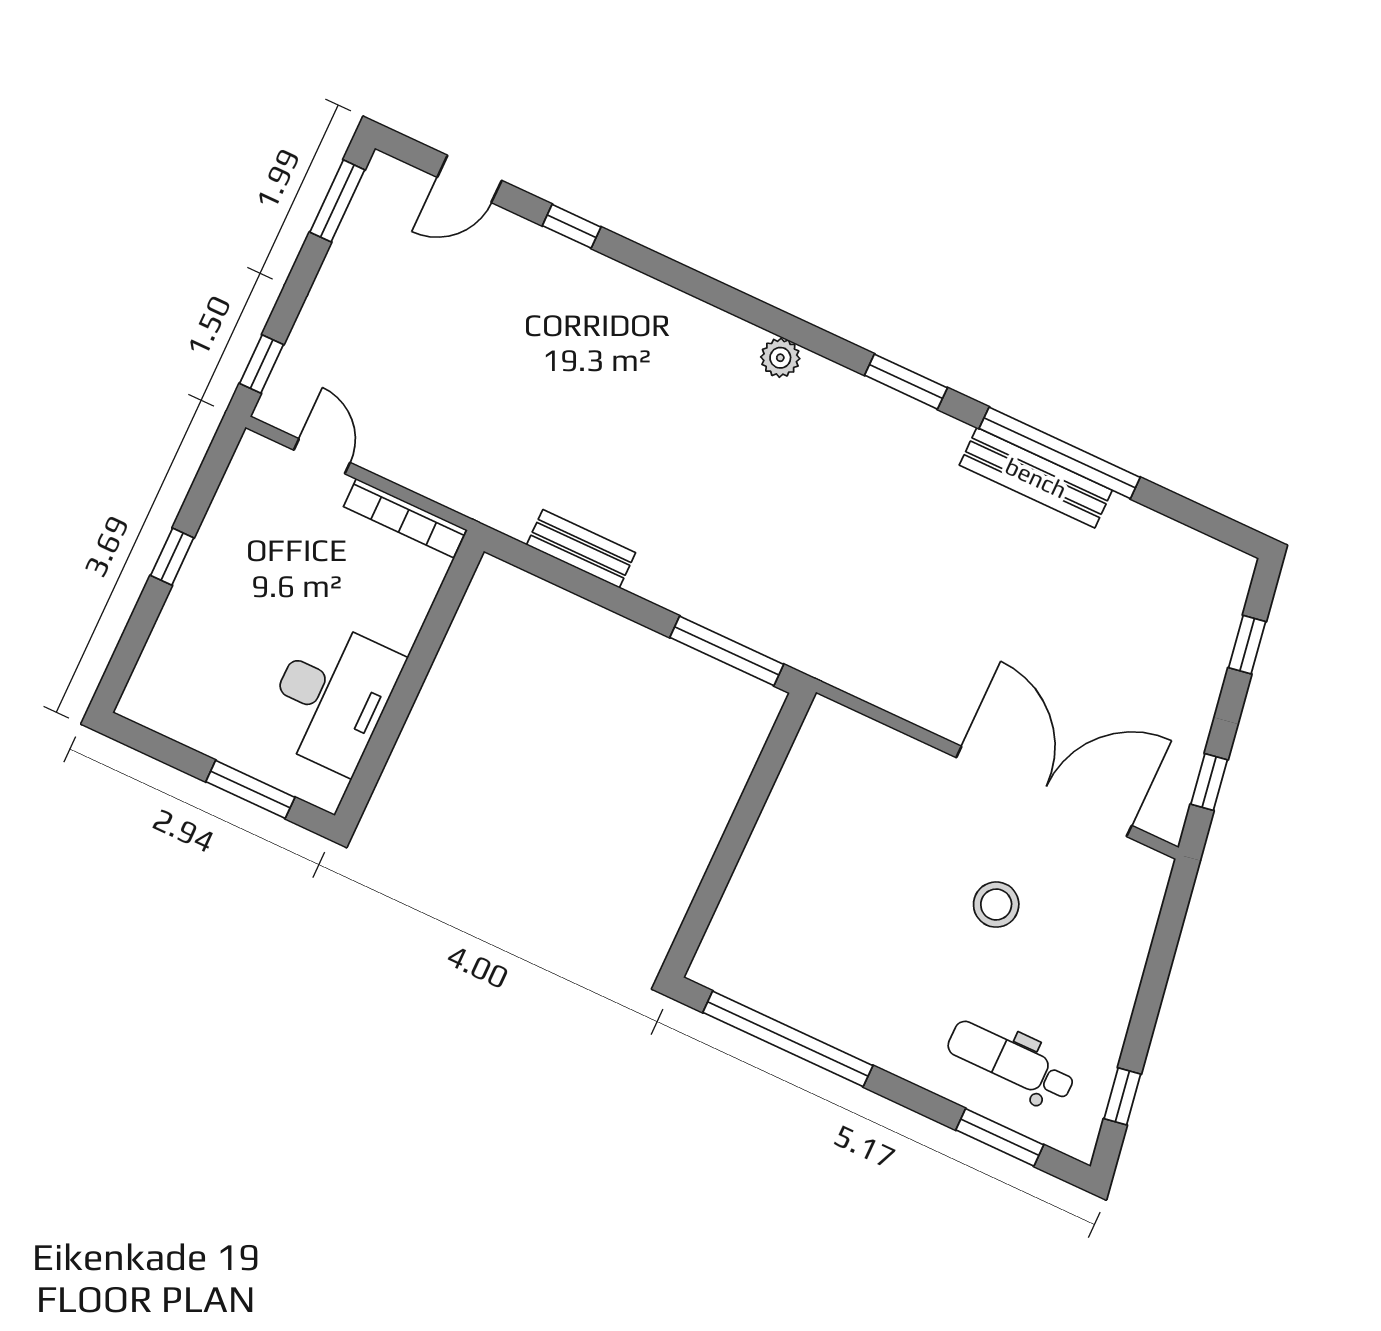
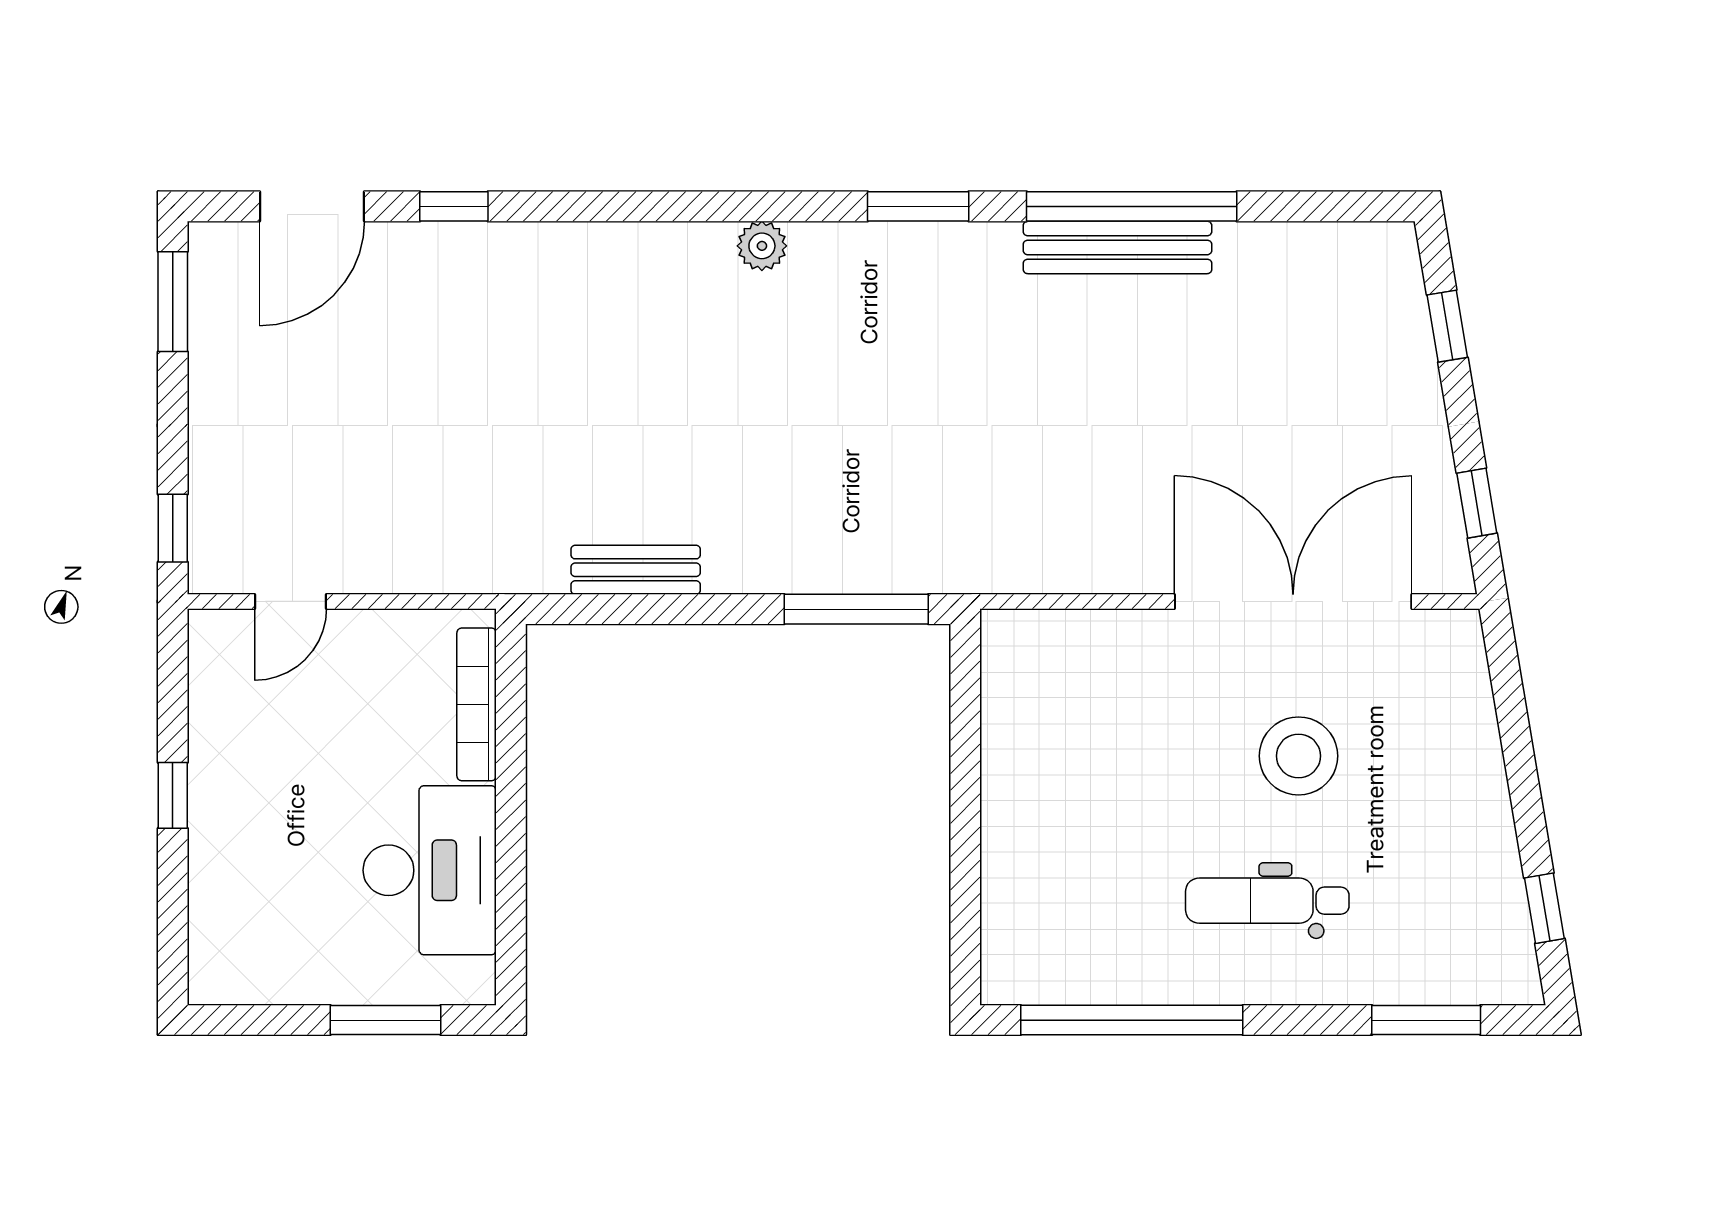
door: (469, 179) -> (312, 206), width x1.38
door: (322, 456) -> (290, 601), swing flipped
bookcase: (405, 518) -> (477, 704), moved, turned 90
stool: (996, 905) -> (1298, 756), width x1.38, depth x1.38
dental chair: (1011, 1061) -> (1267, 901), moved

